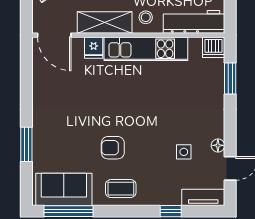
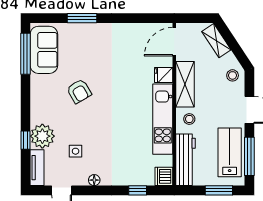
window: (230, 78) -> (138, 190), width x0.67
floor lamp: (218, 145) -> (94, 180), moved
armchair: (113, 148) -> (79, 91), turned 150
coffee table: (121, 189) -> (45, 98), removed
plant: (166, 191) -> (42, 136), added

